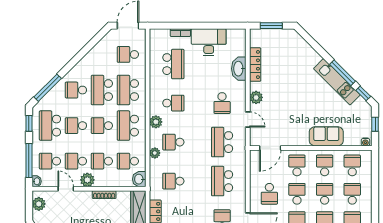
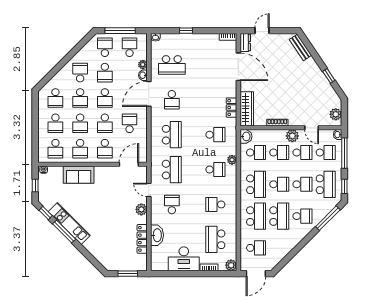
plant: (156, 122) -> (231, 265), moved

